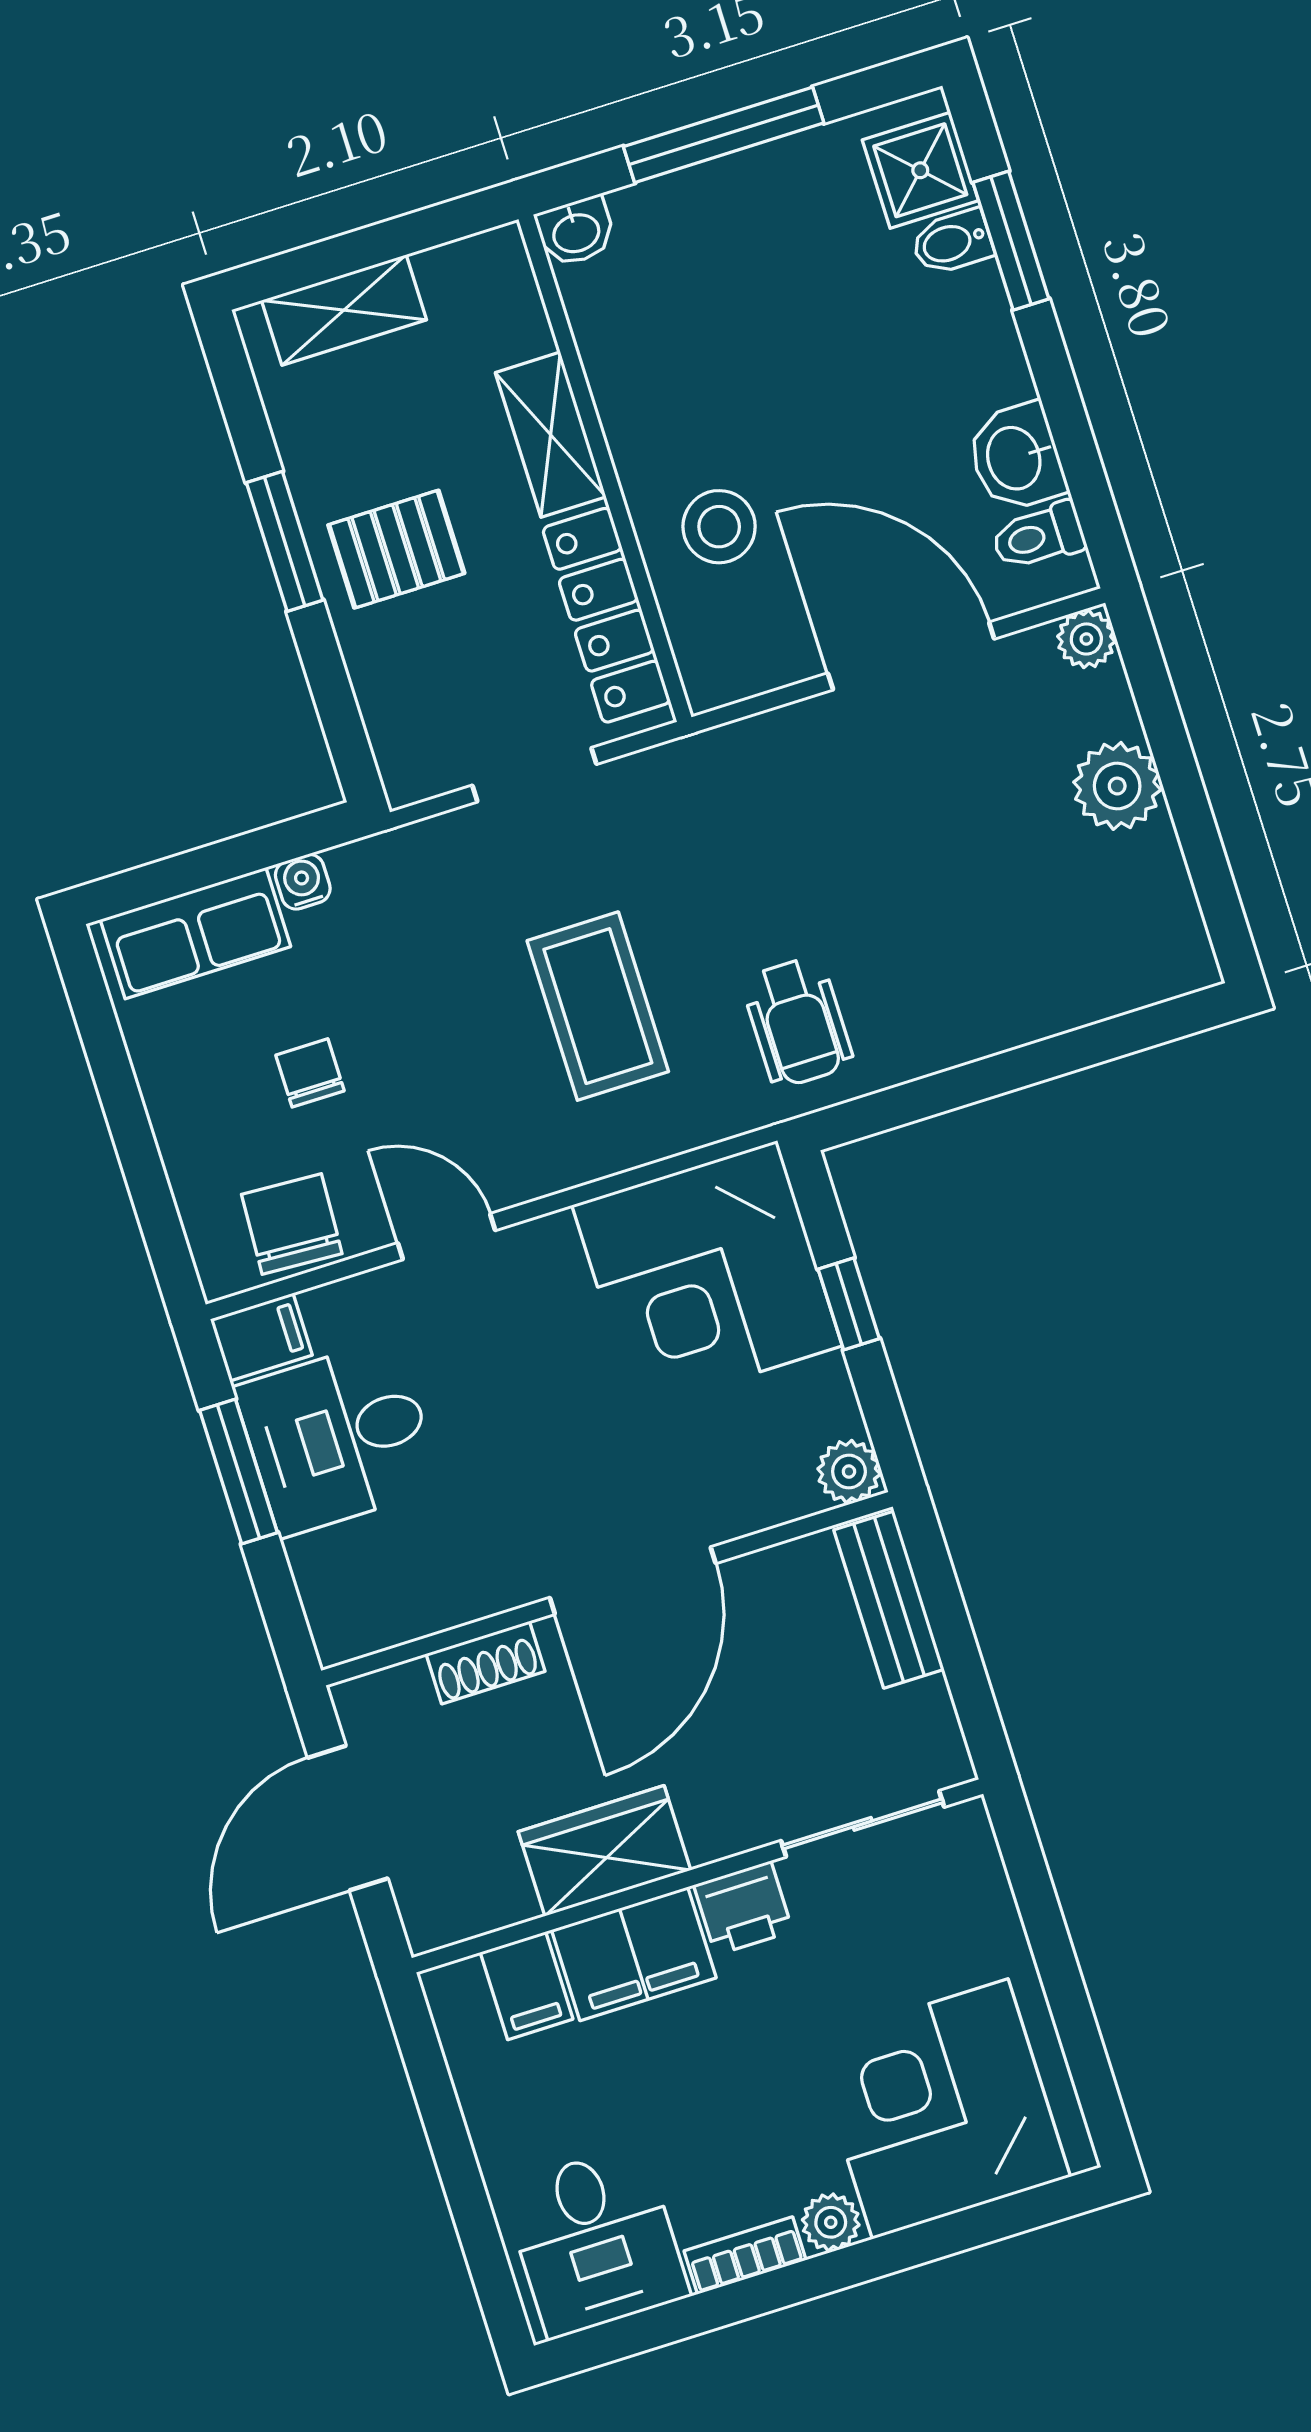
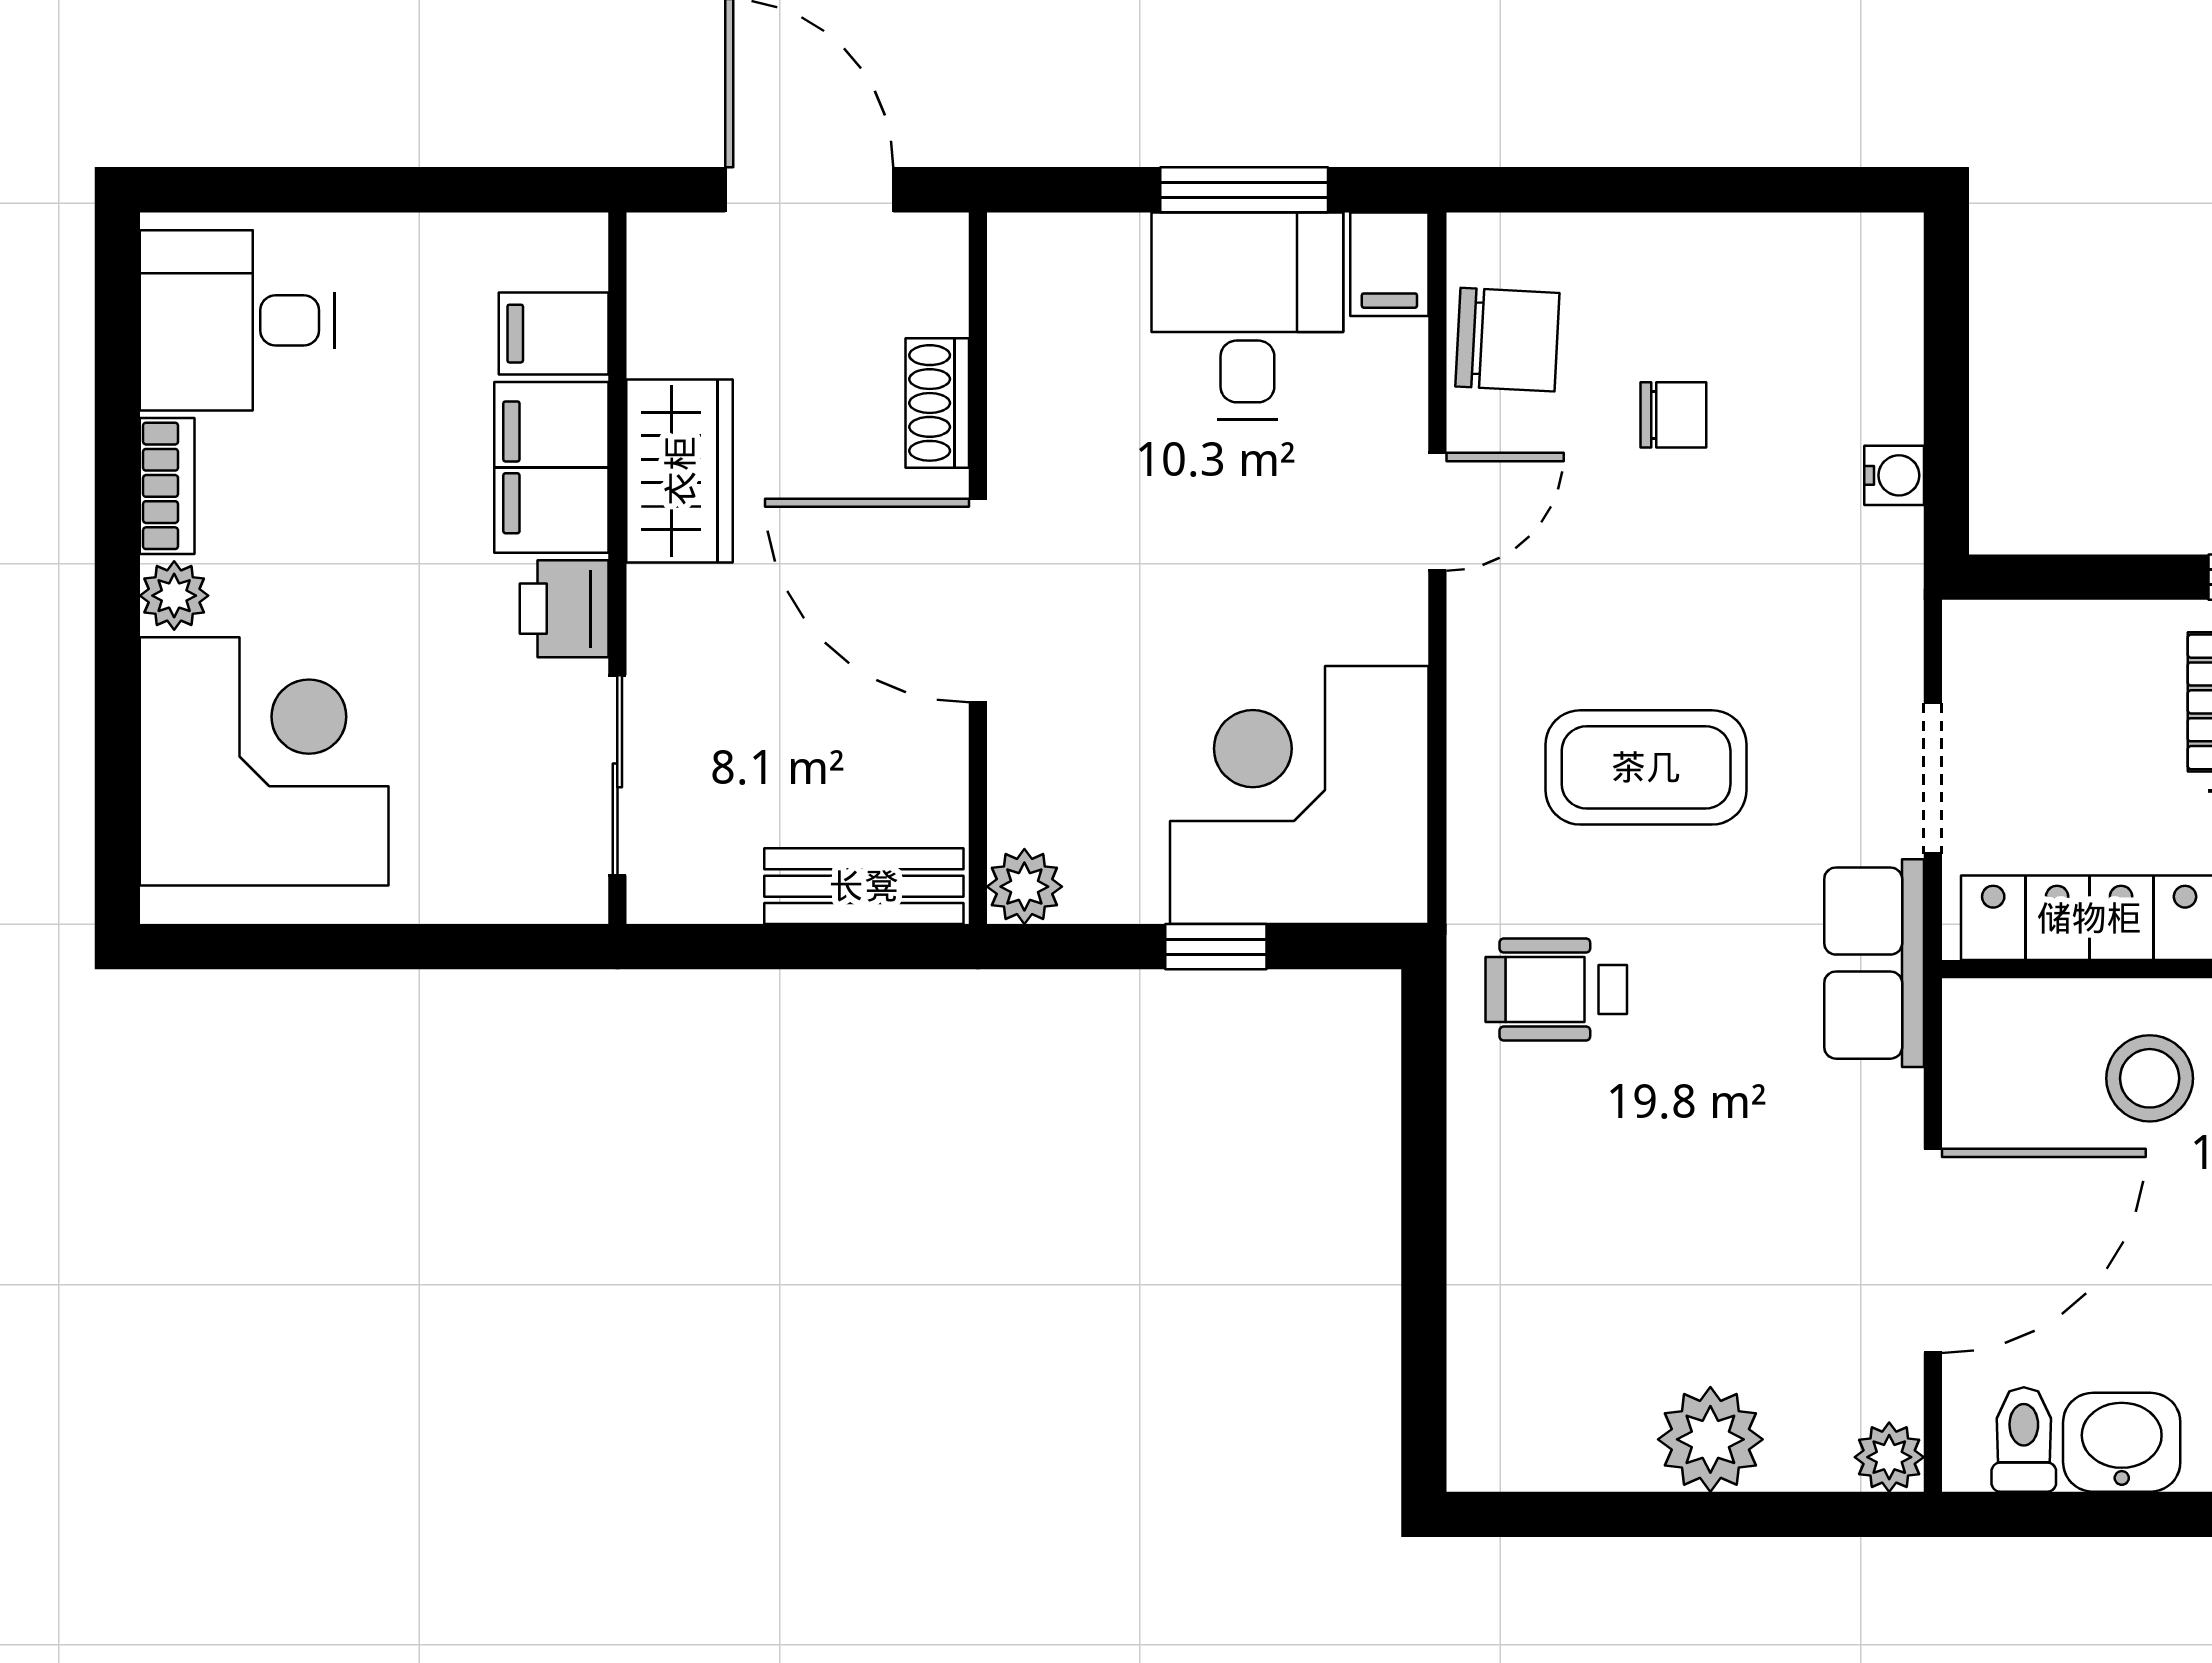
row of seats: (195, 933) -> (1874, 963), moved

